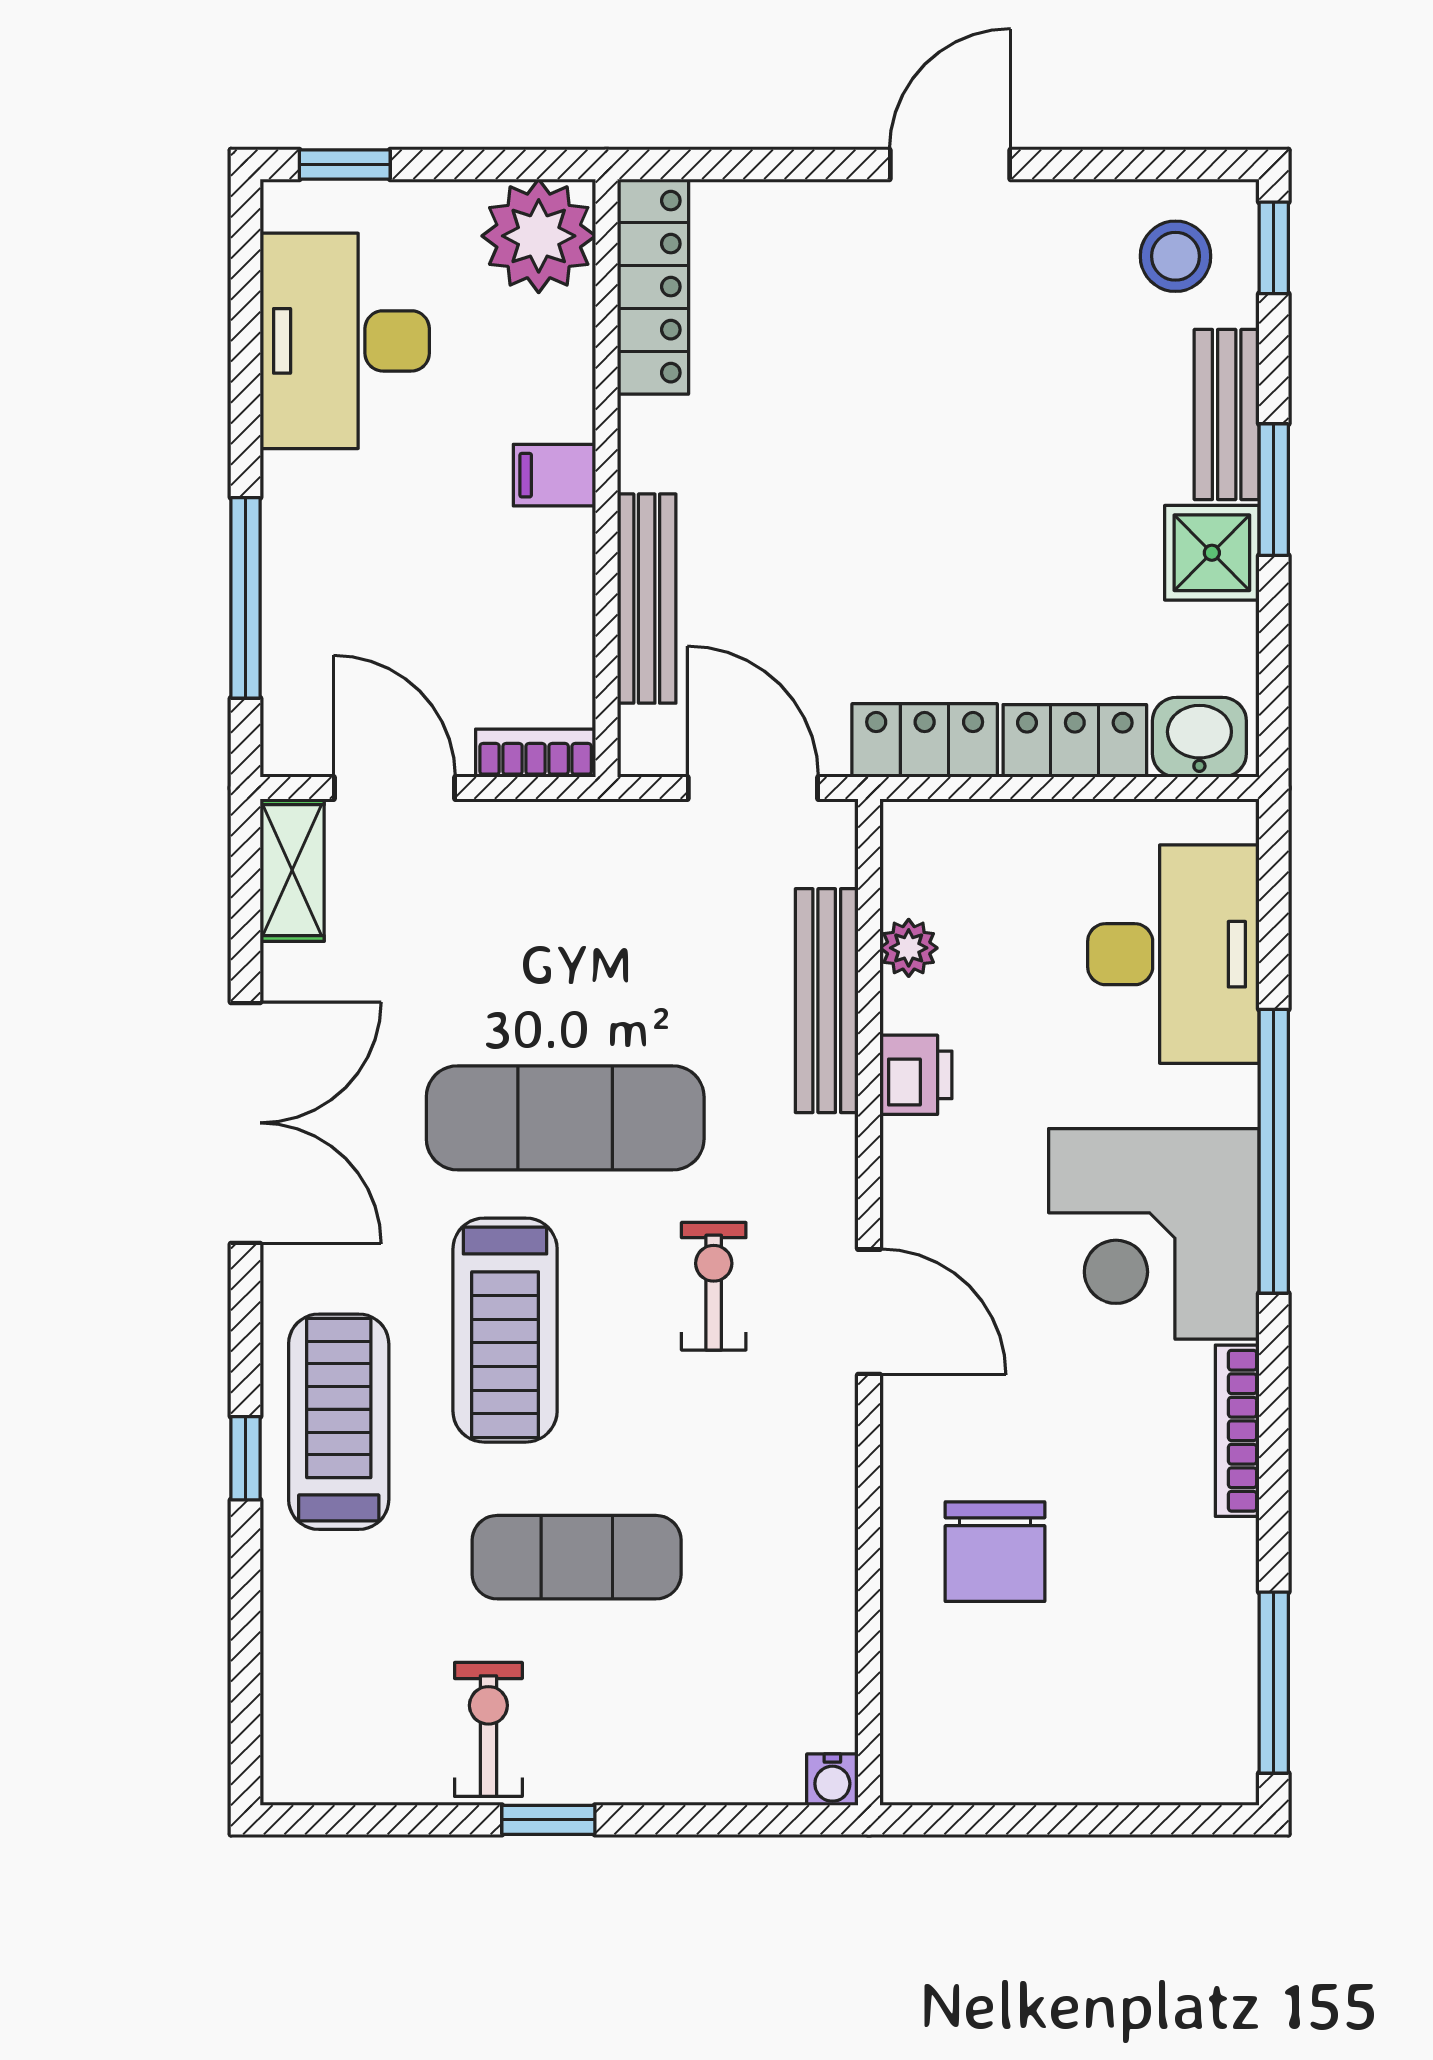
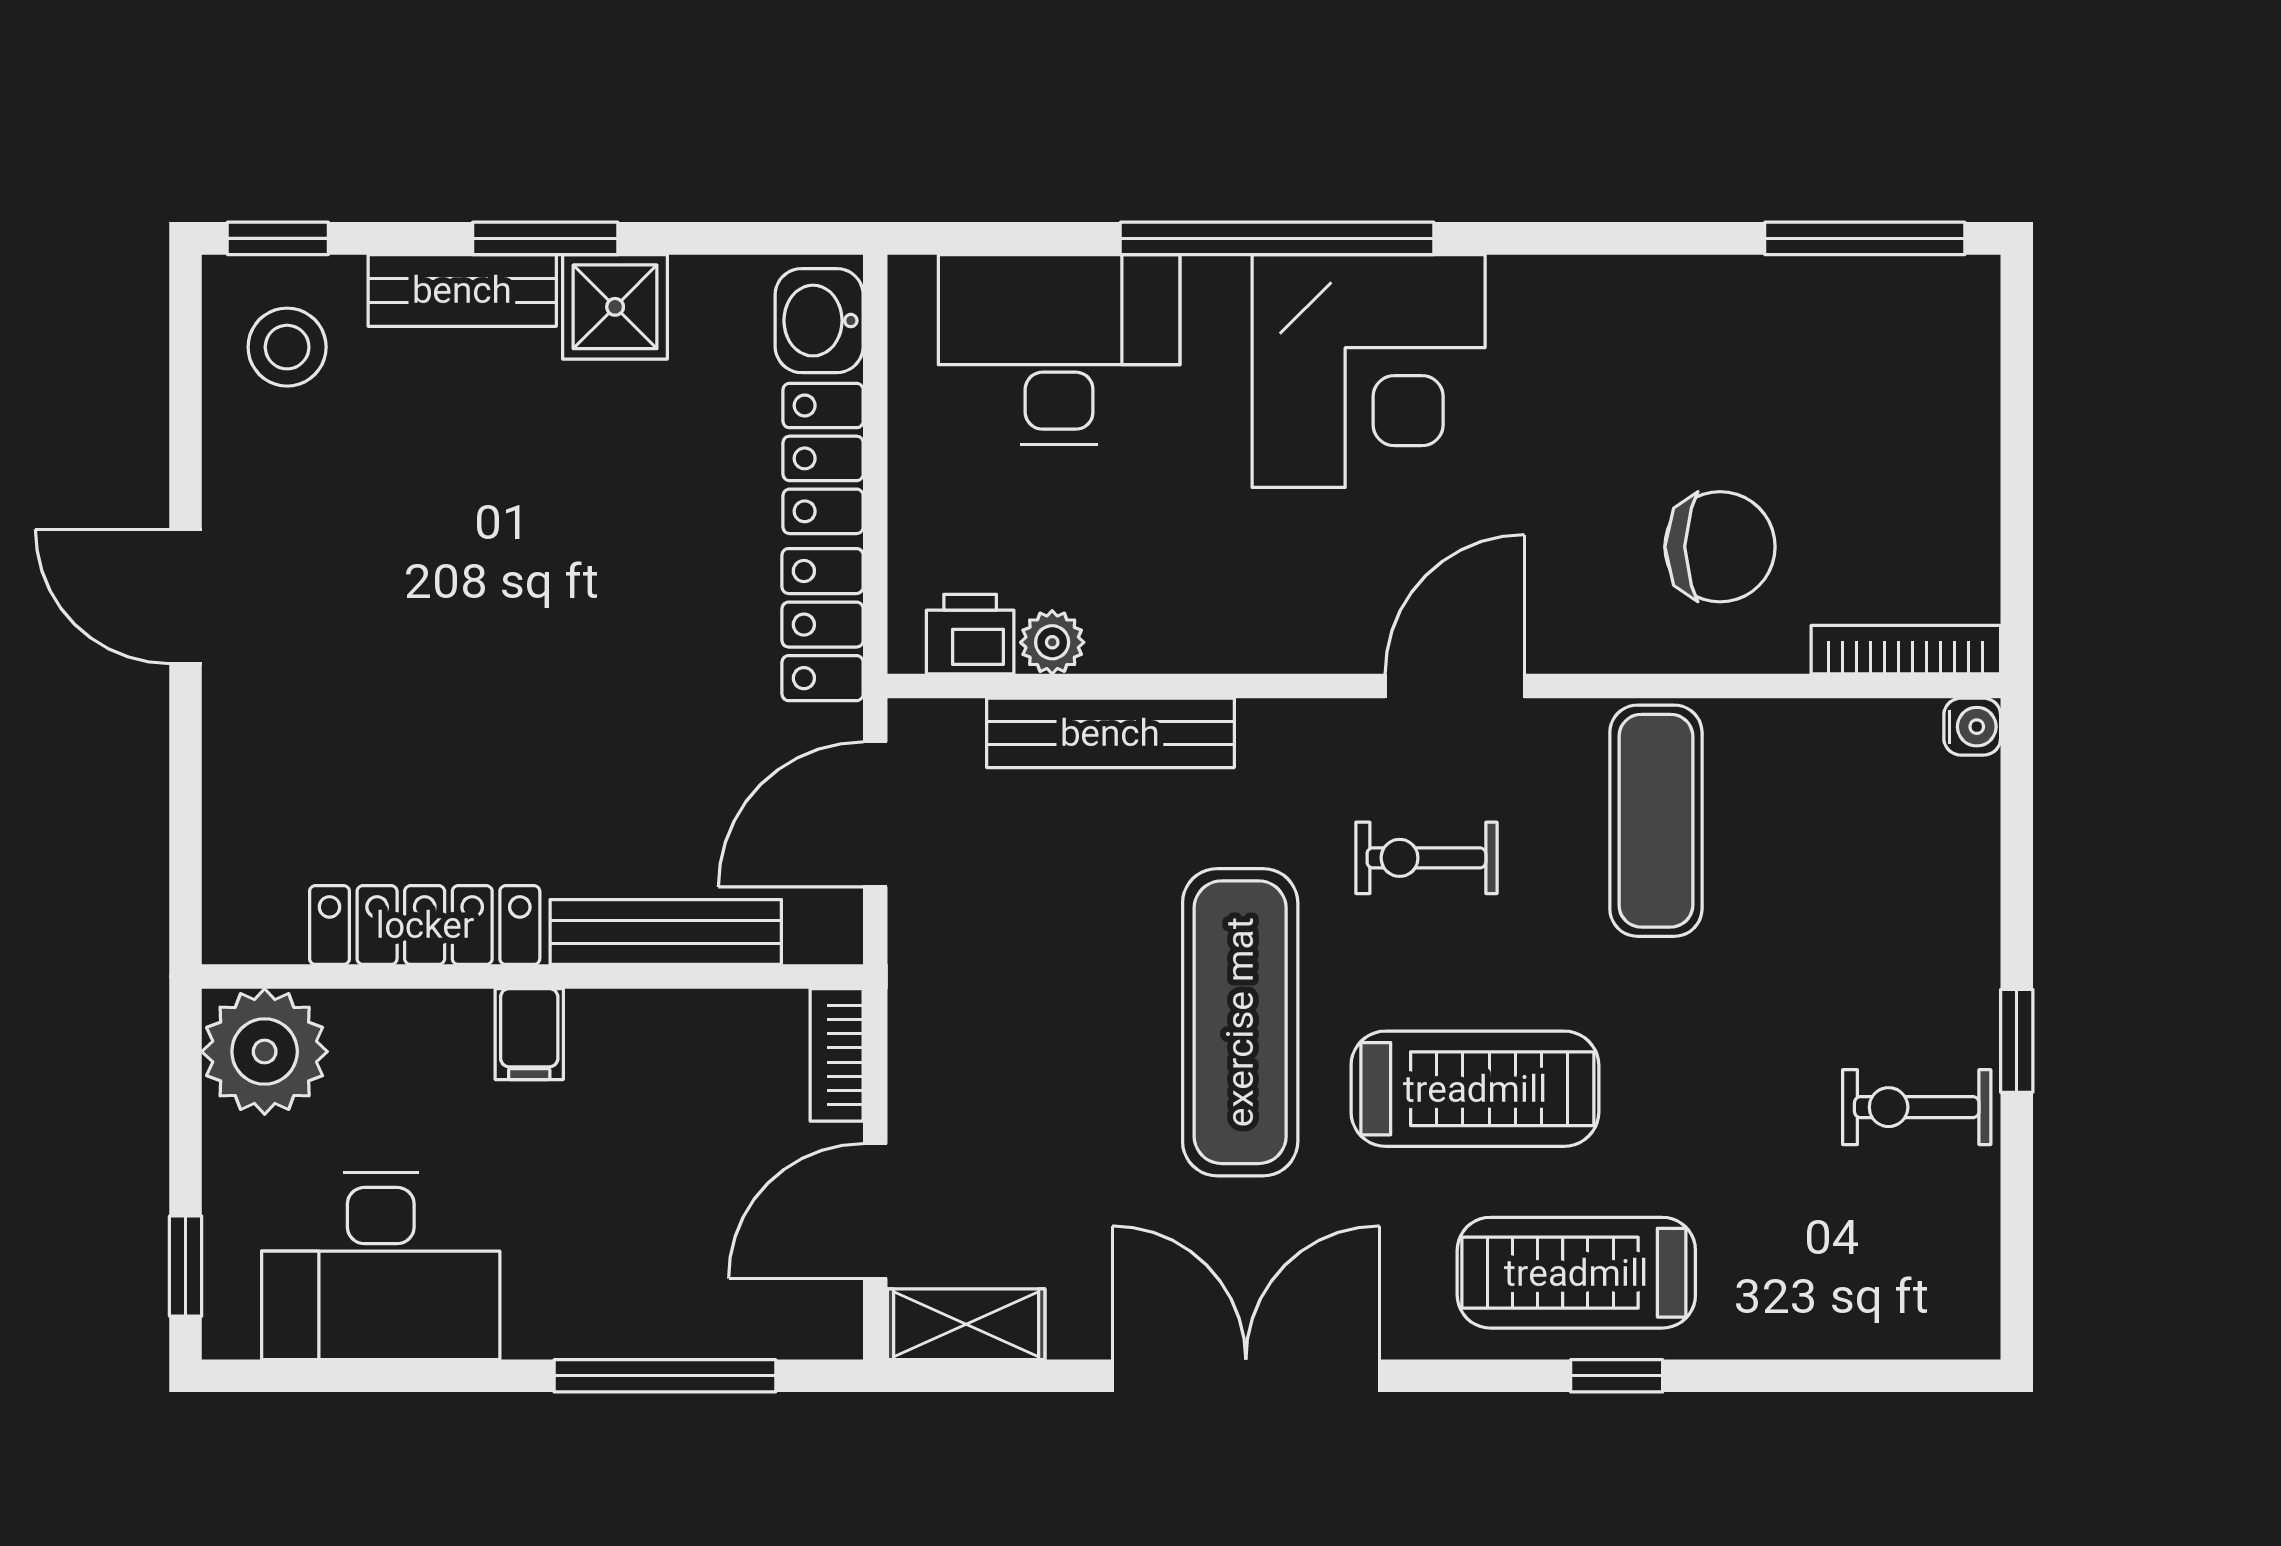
locker: (653, 287) -> (425, 925), moved
printer: (916, 1075) -> (970, 634), moved
bookcase: (1237, 1431) -> (1906, 650), moved, turned 180
exercise mat: (577, 1557) -> (1656, 821), moved

